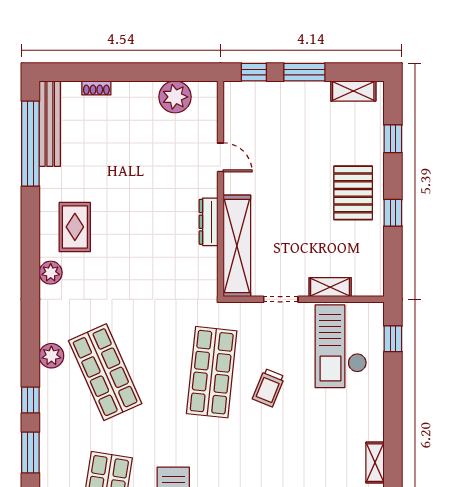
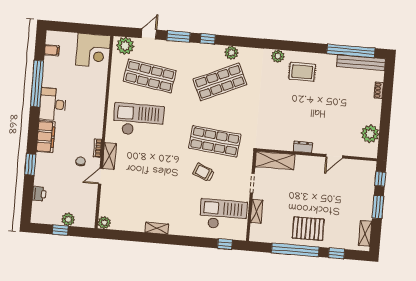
window: (393, 213) -> (295, 250), width x3.17
dresser: (209, 222) -> (303, 147), width x0.70
shelving: (237, 246) -> (275, 161), width x0.68

